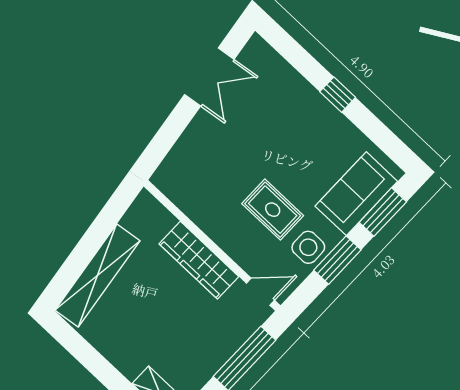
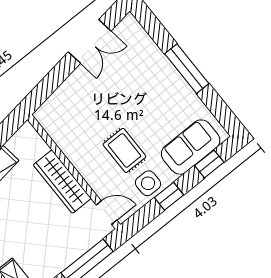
window: (338, 95) -> (187, 69), width x2.17
window: (383, 212) -> (209, 164), width x0.67
window: (337, 260) -> (169, 196), width x0.67

